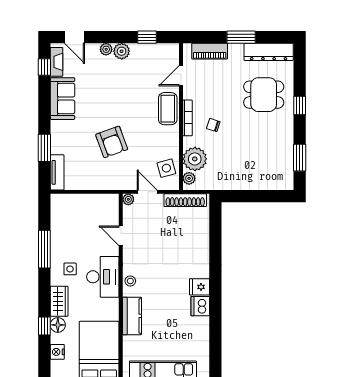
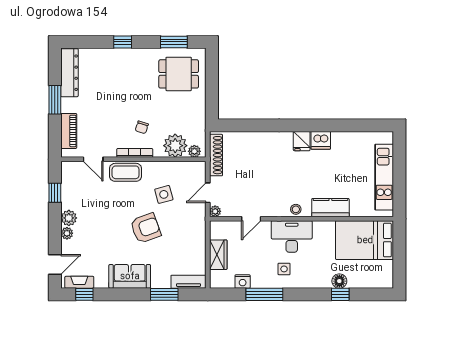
dining table: (264, 95) -> (179, 74), moved, turned 90
sofa: (62, 99) -> (130, 276), moved
armchair: (112, 142) -> (146, 228), moved
side table: (166, 168) -> (164, 194), moved
wardrobe: (59, 301) -> (218, 255), moved, turned 90
nightstand: (57, 352) -> (243, 282), moved

